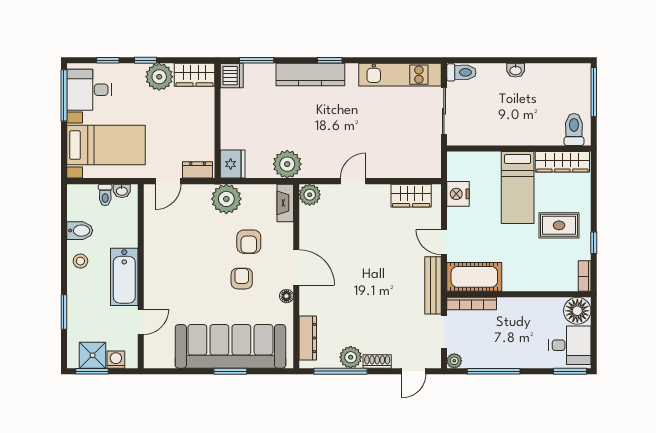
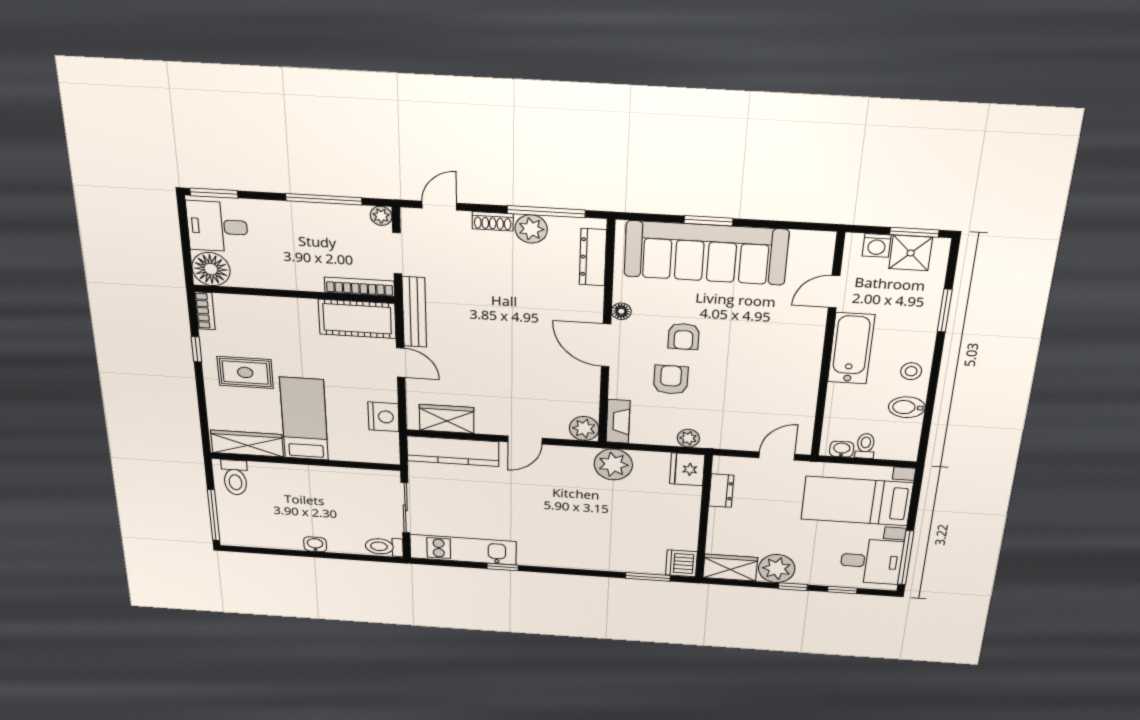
window: (330, 60) -> (503, 567), moved
kitchen counter: (310, 74) -> (453, 451), moved, turned 180
dresser: (198, 170) -> (721, 491), moved, turned -90
plant: (226, 199) -> (688, 438), width x0.53, depth x0.53

